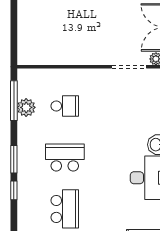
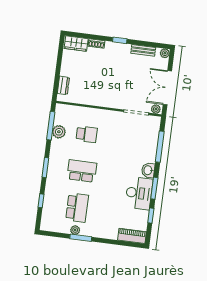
dresser: (24, 43) -> (63, 85), added
window: (14, 190) -> (41, 201), moved

